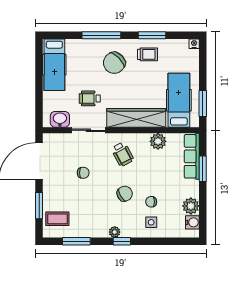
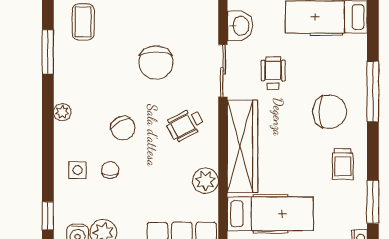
window: (152, 35) -> (373, 202), moved
chair: (114, 63) -> (329, 112), turned 135
chair: (83, 173) -> (156, 63), width x1.87, depth x1.87
window: (122, 241) -> (48, 216), moved

